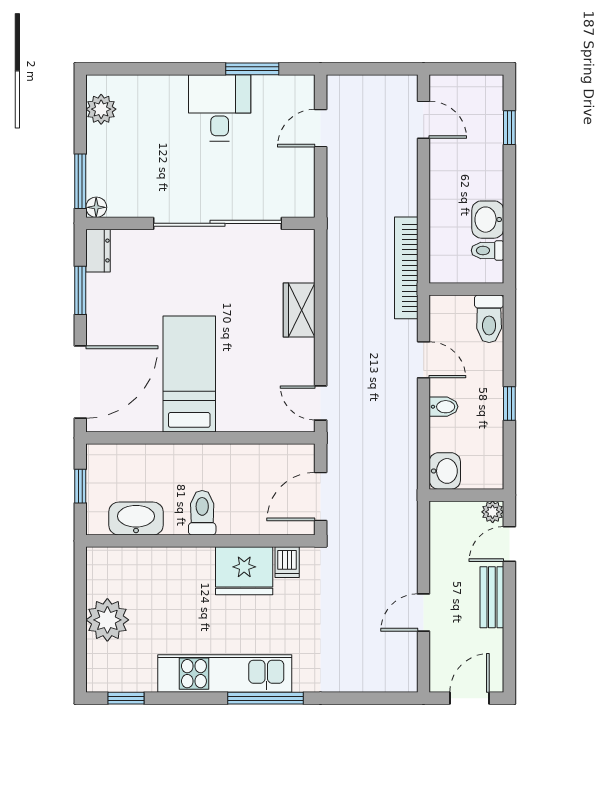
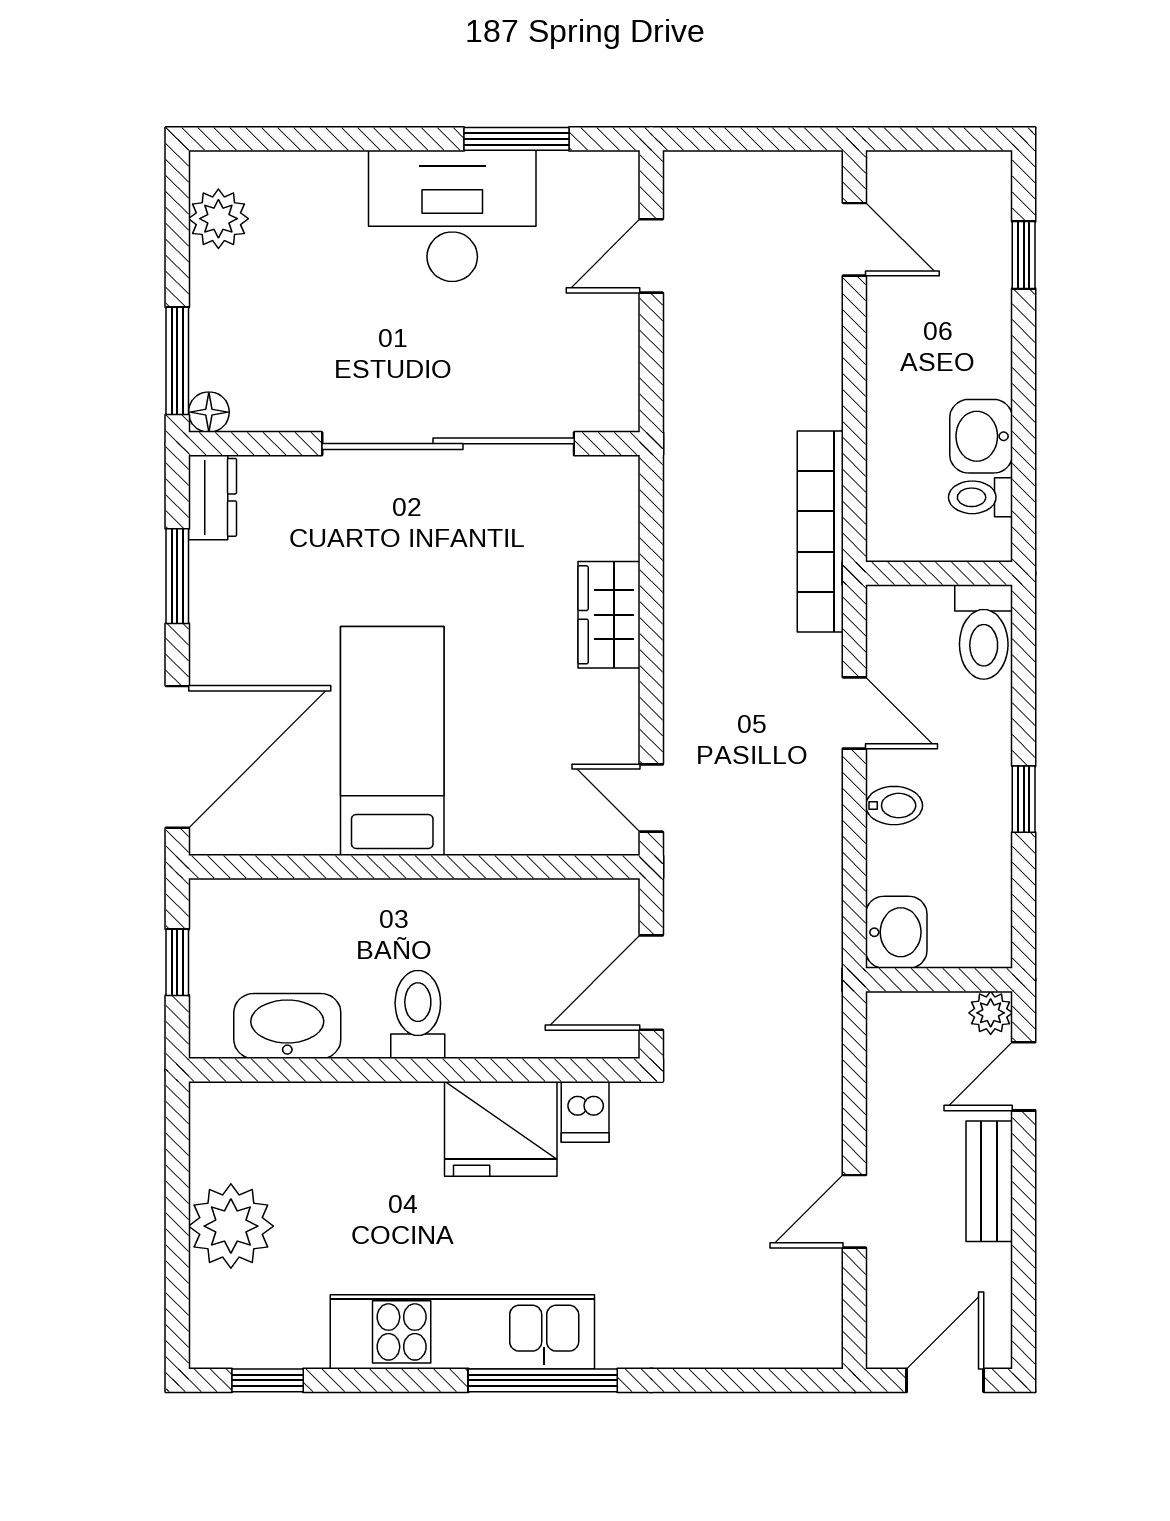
desk: (220, 108) -> (452, 216), width x1.37

